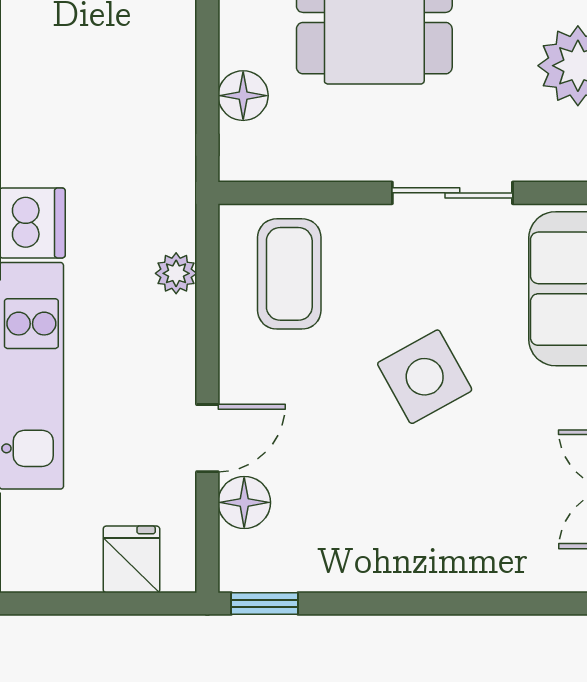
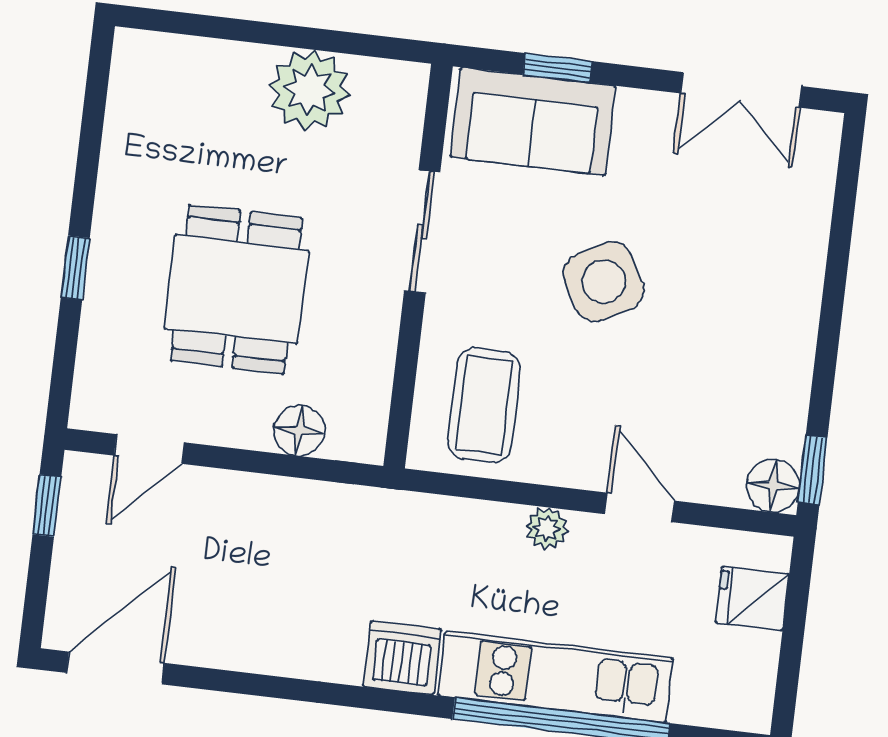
plant: (176, 273) -> (547, 528), moved
coffee table: (289, 274) -> (484, 405), turned 90
floor lamp: (244, 502) -> (773, 486), moved

